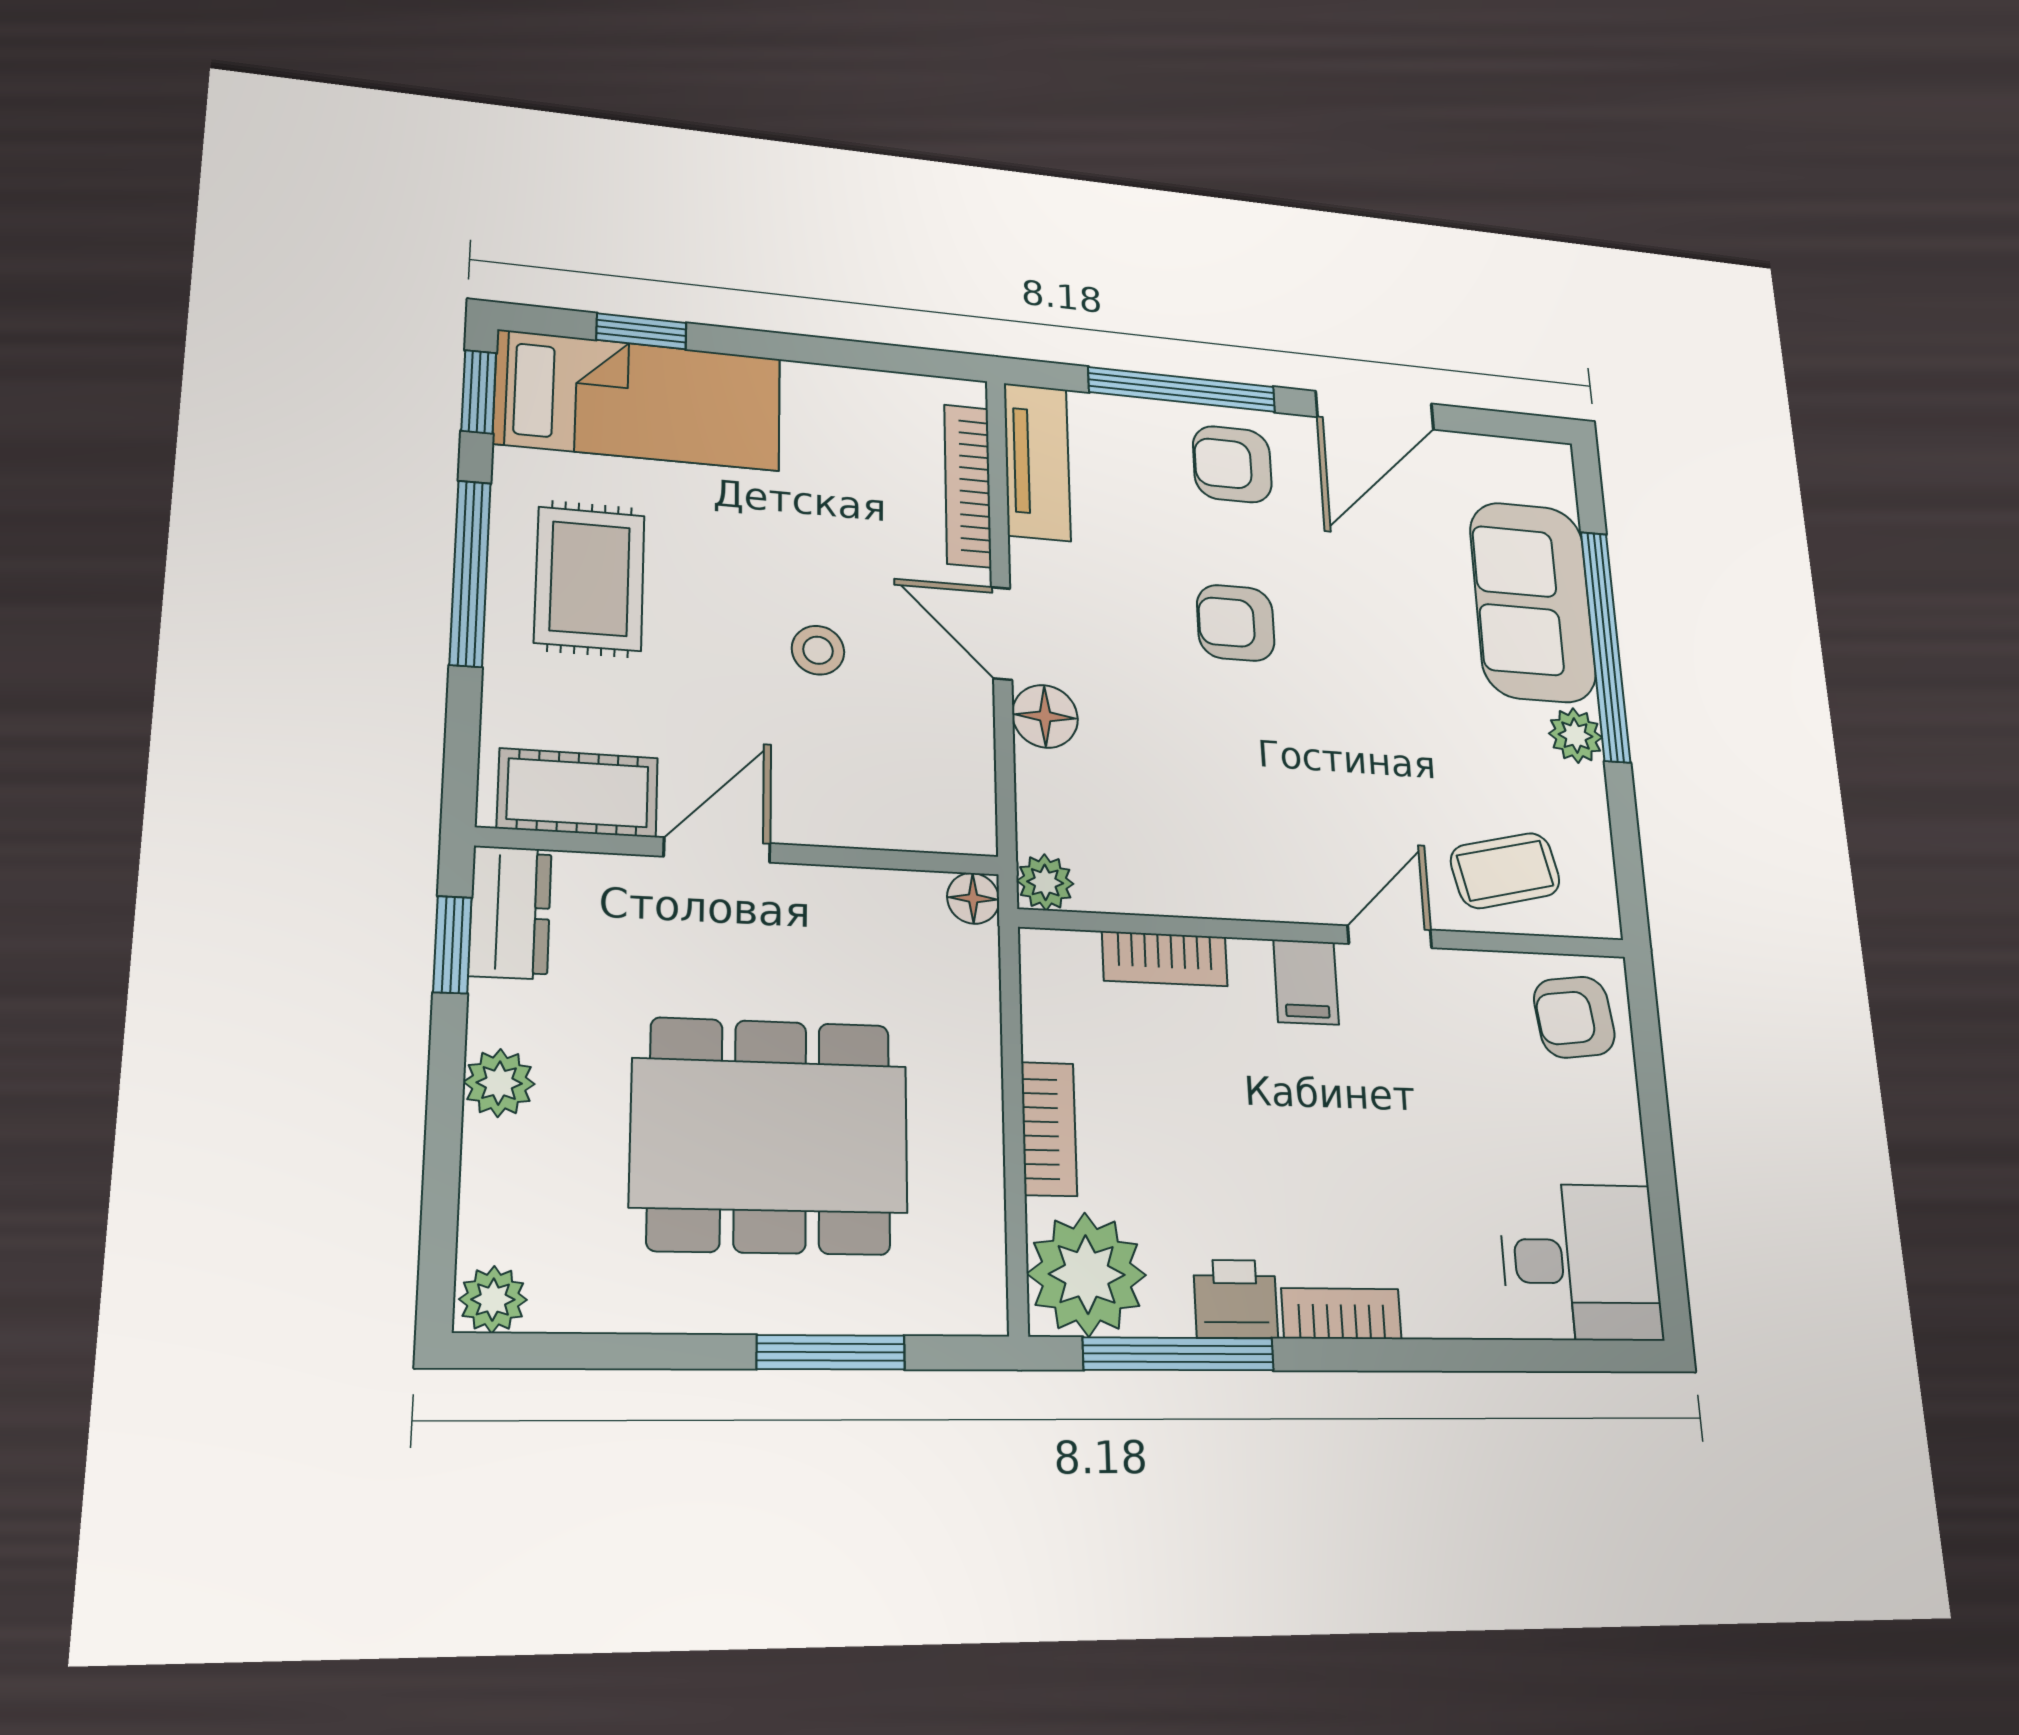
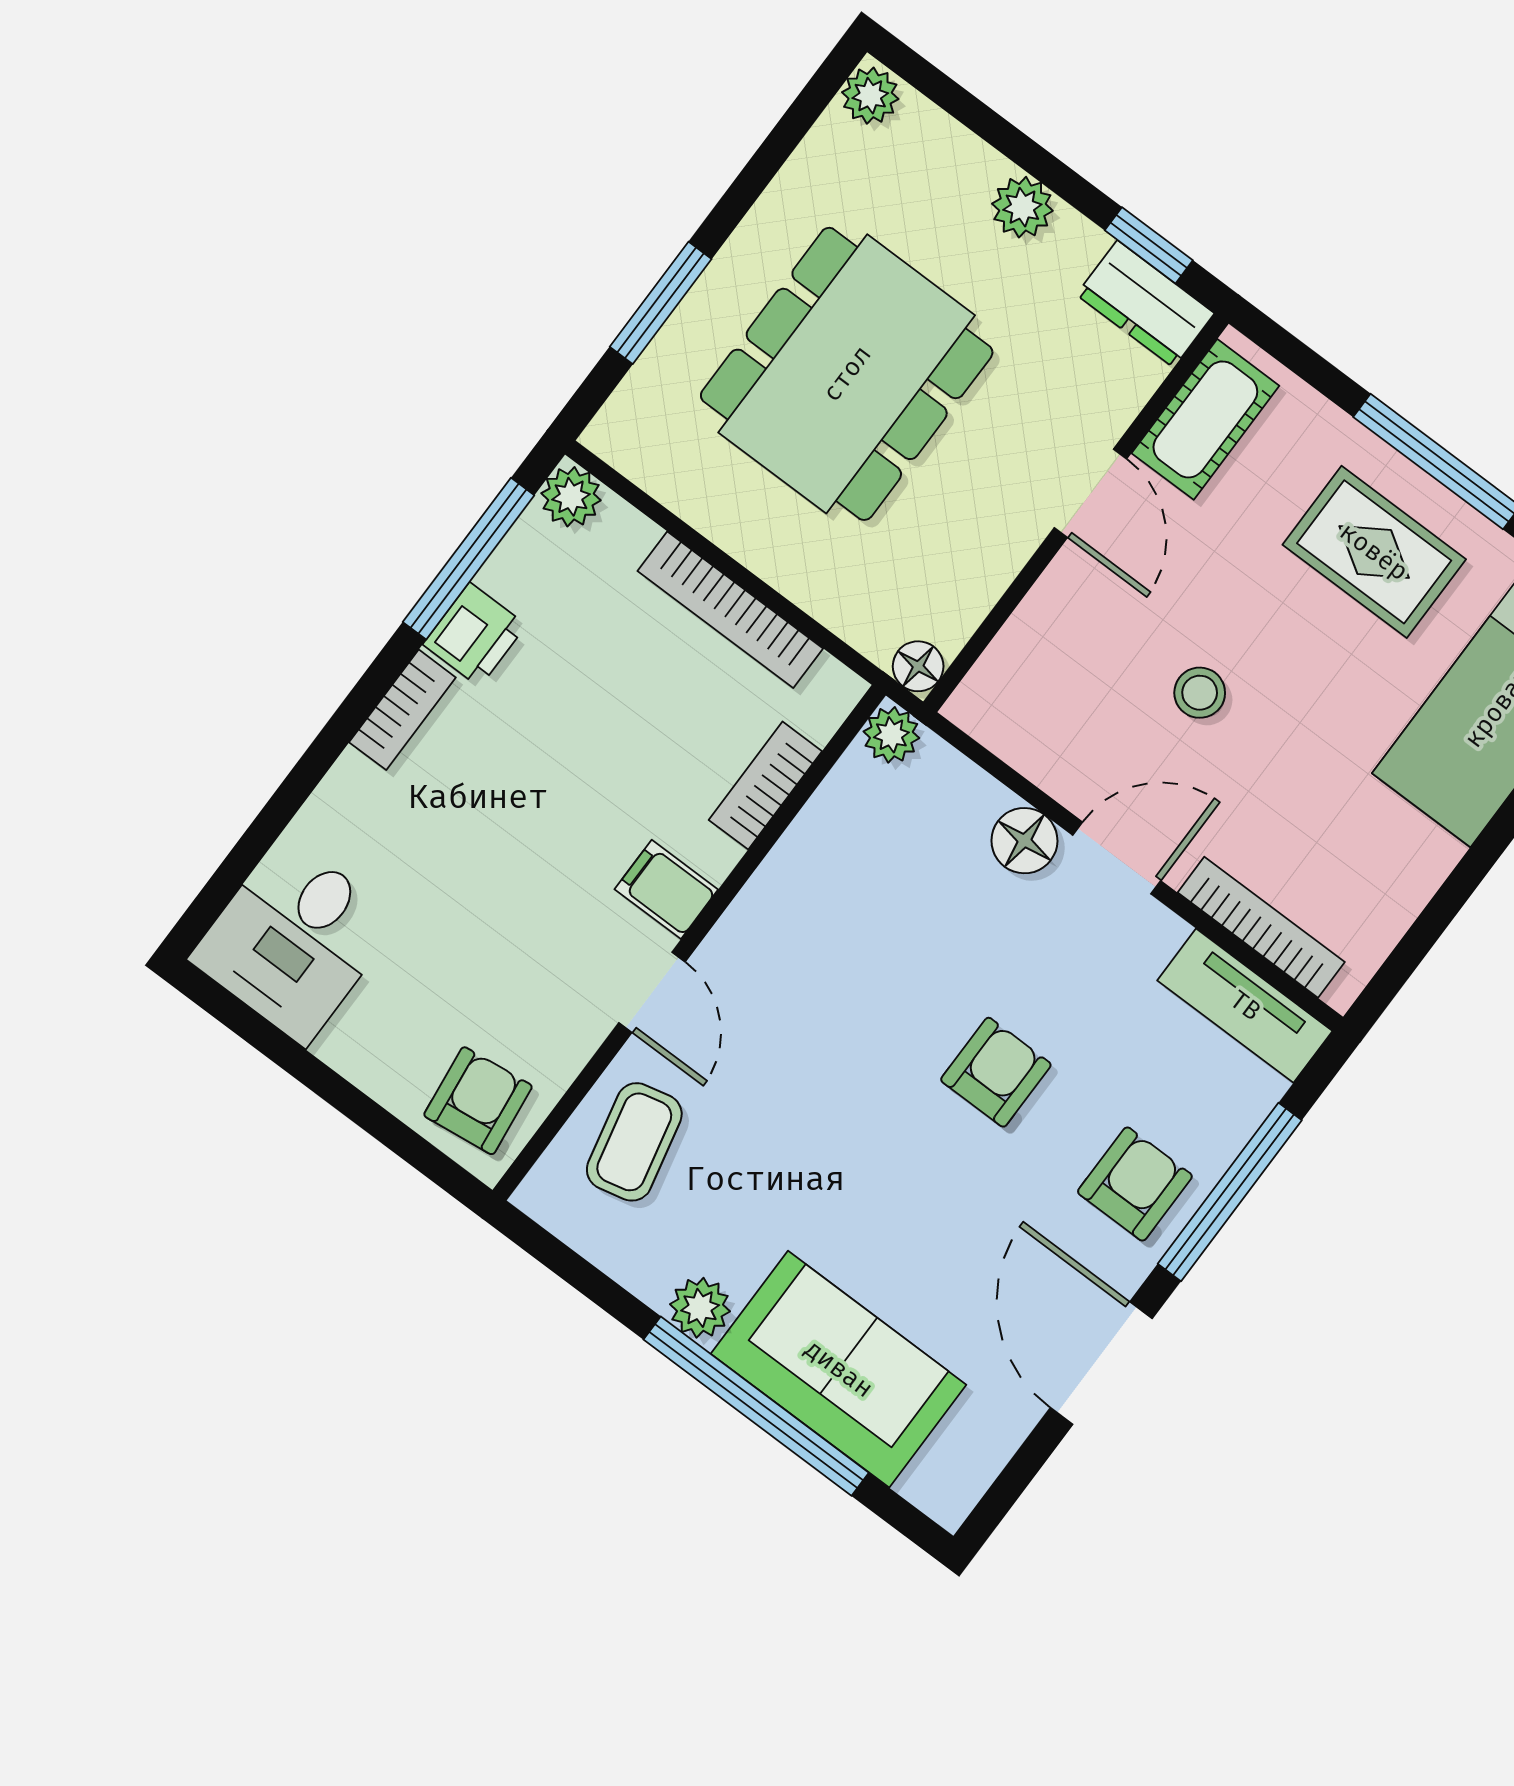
bookcase: (1049, 1129) -> (730, 610), width x1.56
plant: (1087, 1274) -> (571, 497), width x0.53, depth x0.53

